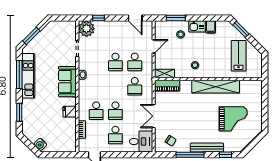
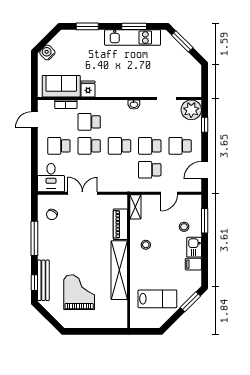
school desk: (115, 38) -> (180, 146), added
door: (154, 46) -> (169, 193), hinge flipped
window: (19, 75) -> (134, 26), width x0.69
sofa: (67, 82) -> (61, 86), moved
school desk: (135, 86) -> (119, 146), moved
piano: (167, 86) -> (120, 224), moved
grand piano: (233, 119) -> (79, 292), turned 180
bench: (207, 148) -> (43, 280), moved

